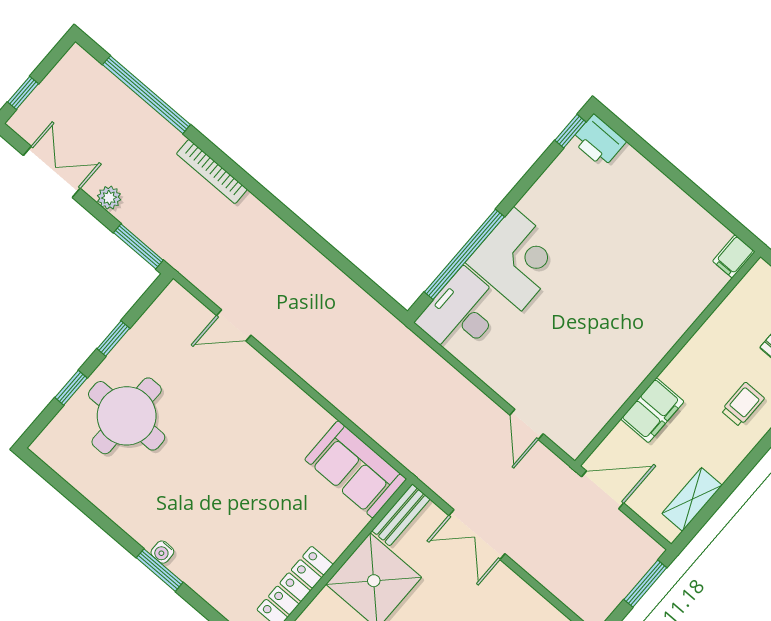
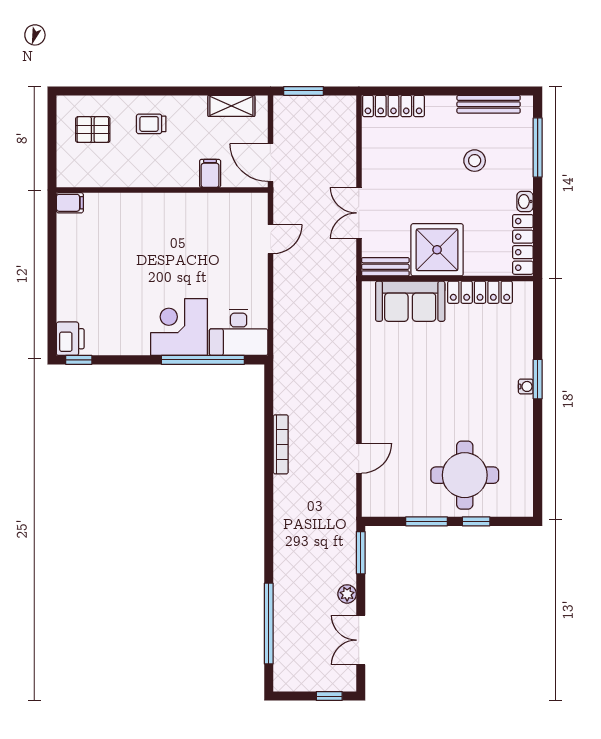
bookcase: (212, 171) -> (281, 444), moved
door: (234, 325) -> (359, 458), hinge flipped
window: (113, 339) -> (427, 521), width x1.50
filing cabinet: (652, 410) -> (210, 173), width x0.50
sofa: (356, 469) -> (410, 301), moved, turned 90
double door: (477, 535) -> (359, 213), swing flipped

